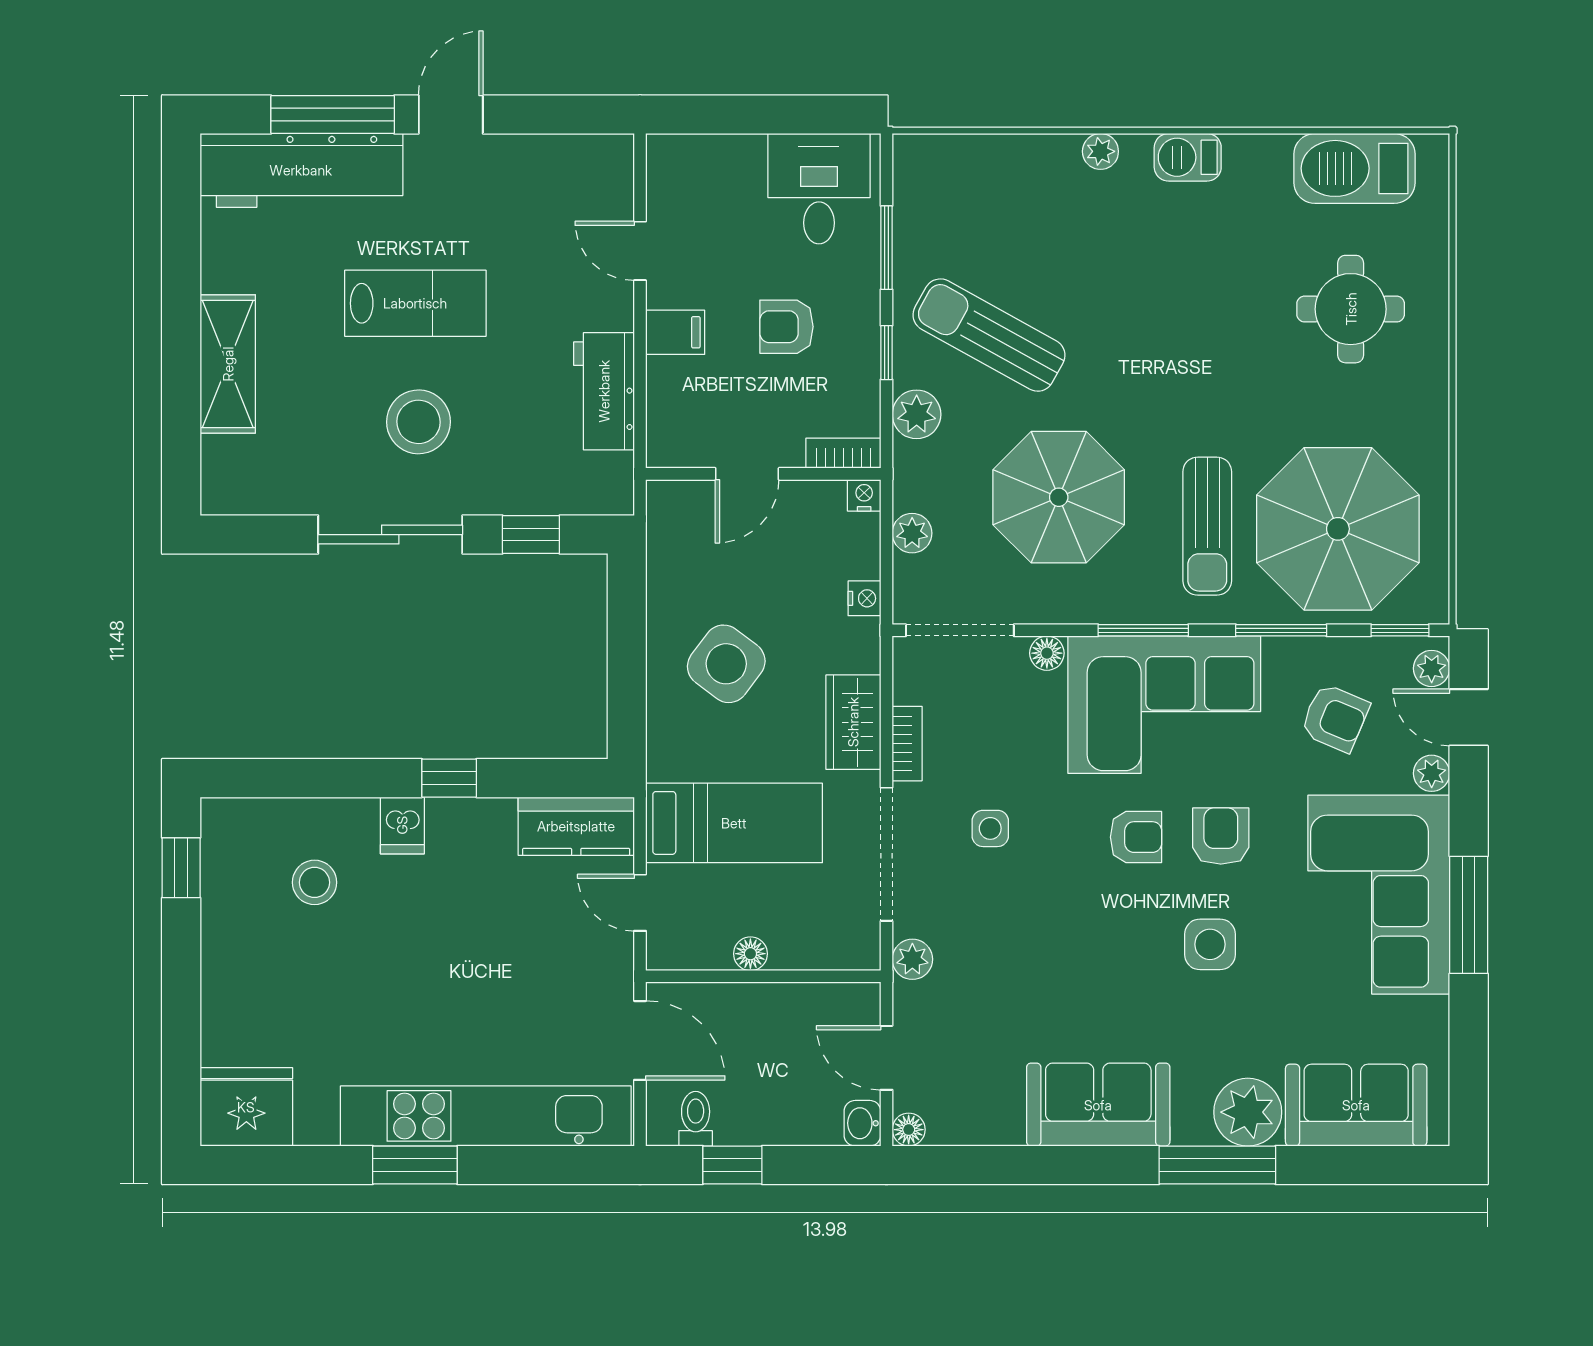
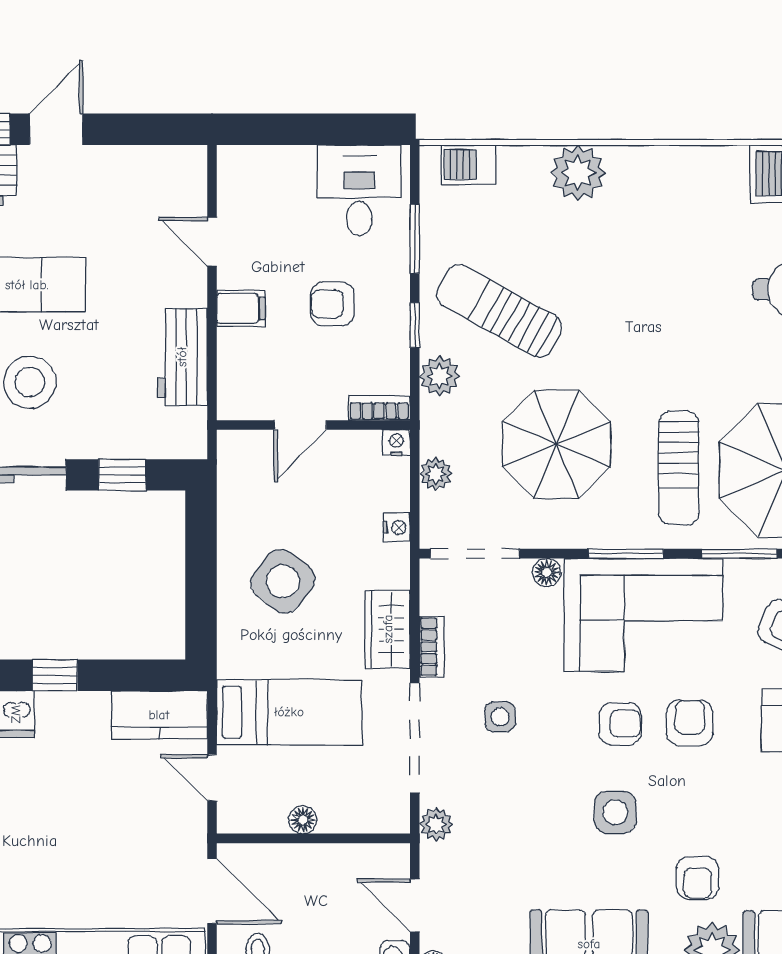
plant: (1100, 151) -> (578, 173), width x1.87, depth x1.87
barbecue: (1188, 157) -> (469, 164), moved
side table: (1210, 944) -> (615, 812), moved
armchair: (1230, 1024) -> (698, 878), added

